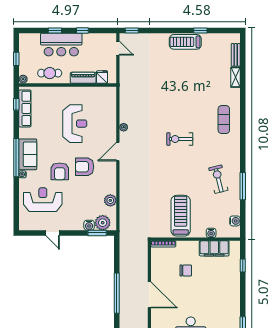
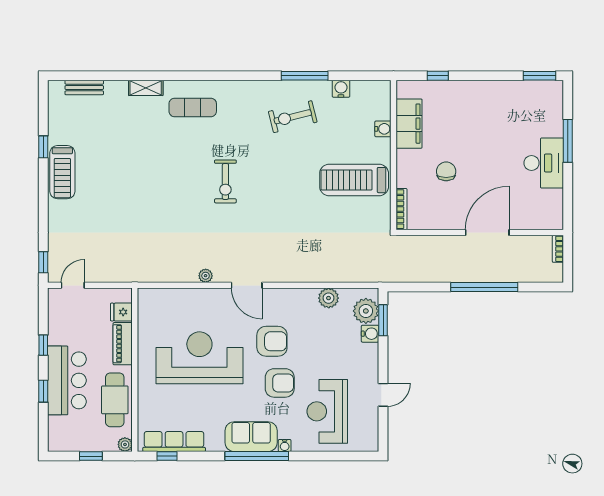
cafe table: (50, 73) -> (115, 400), width x1.37, depth x1.35
shelving: (235, 77) -> (146, 88), moved
reception desk: (75, 124) -> (199, 358), width x1.36, depth x1.30
armchair: (85, 167) -> (272, 341), turned -90
water cooler: (235, 221) -> (341, 89), moved

